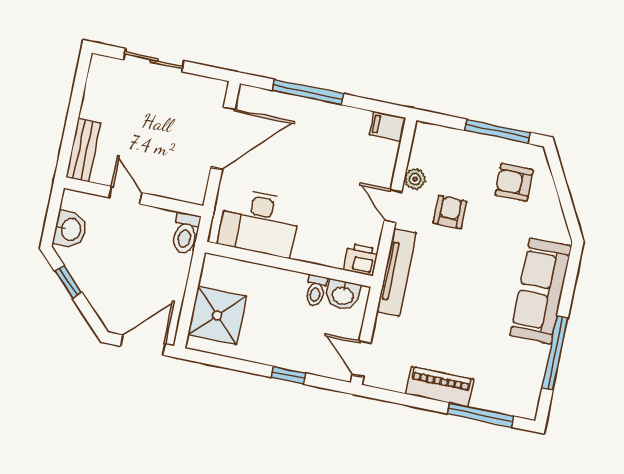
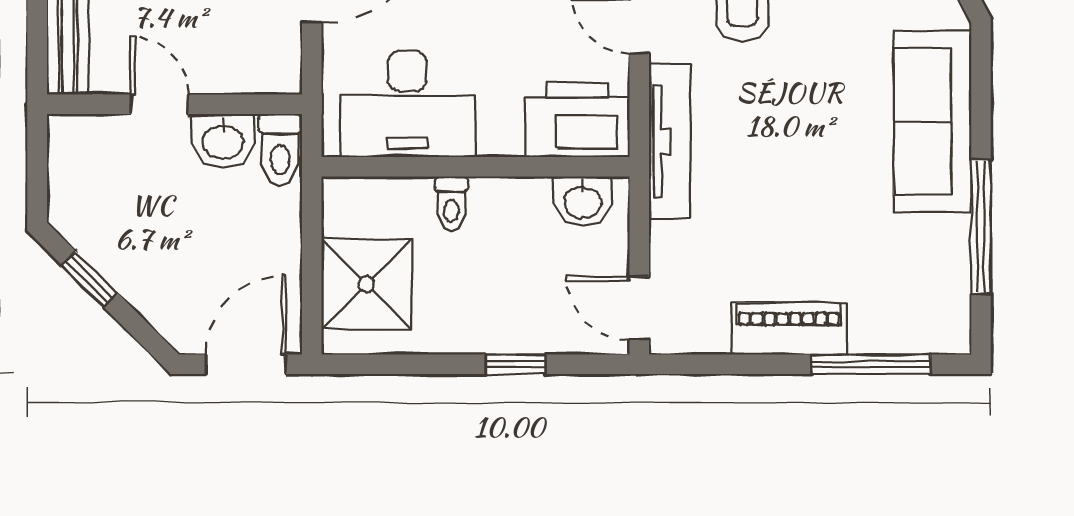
washbasin: (70, 229) -> (223, 141), moved, turned 90
printer: (361, 259) -> (577, 120), width x1.87, depth x1.48
toilet: (316, 290) -> (451, 203), moved

